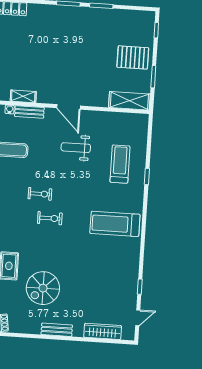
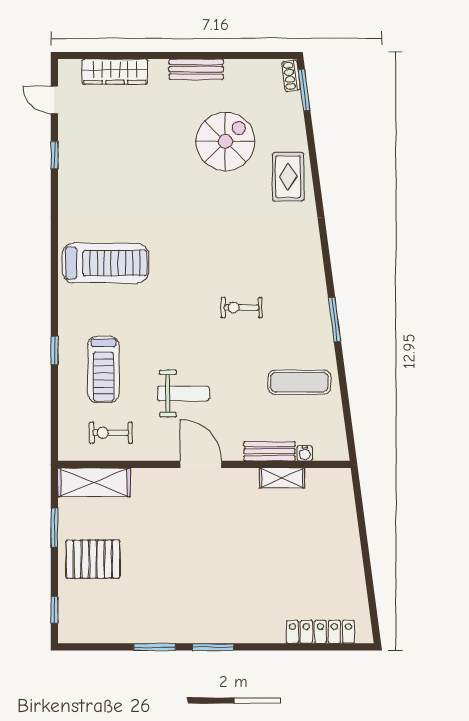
exercise bike: (50, 218) -> (111, 433), moved
door: (138, 318) -> (54, 100), hinge flipped

